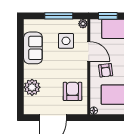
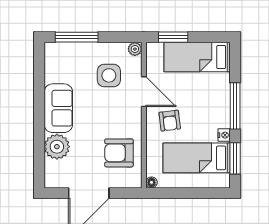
window: (59, 16) -> (77, 37), moved
sofa: (33, 48) -> (58, 108), moved
armchair: (72, 91) -> (119, 153), turned -90

